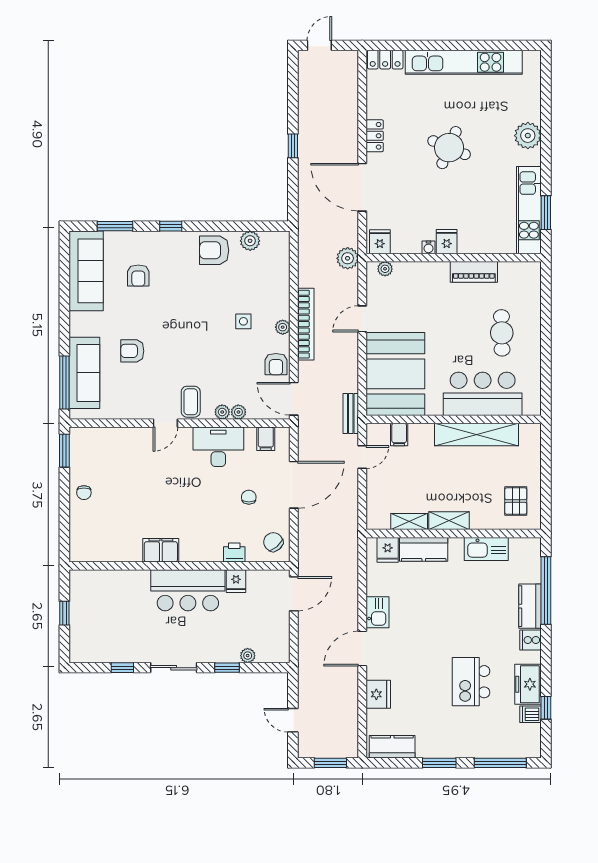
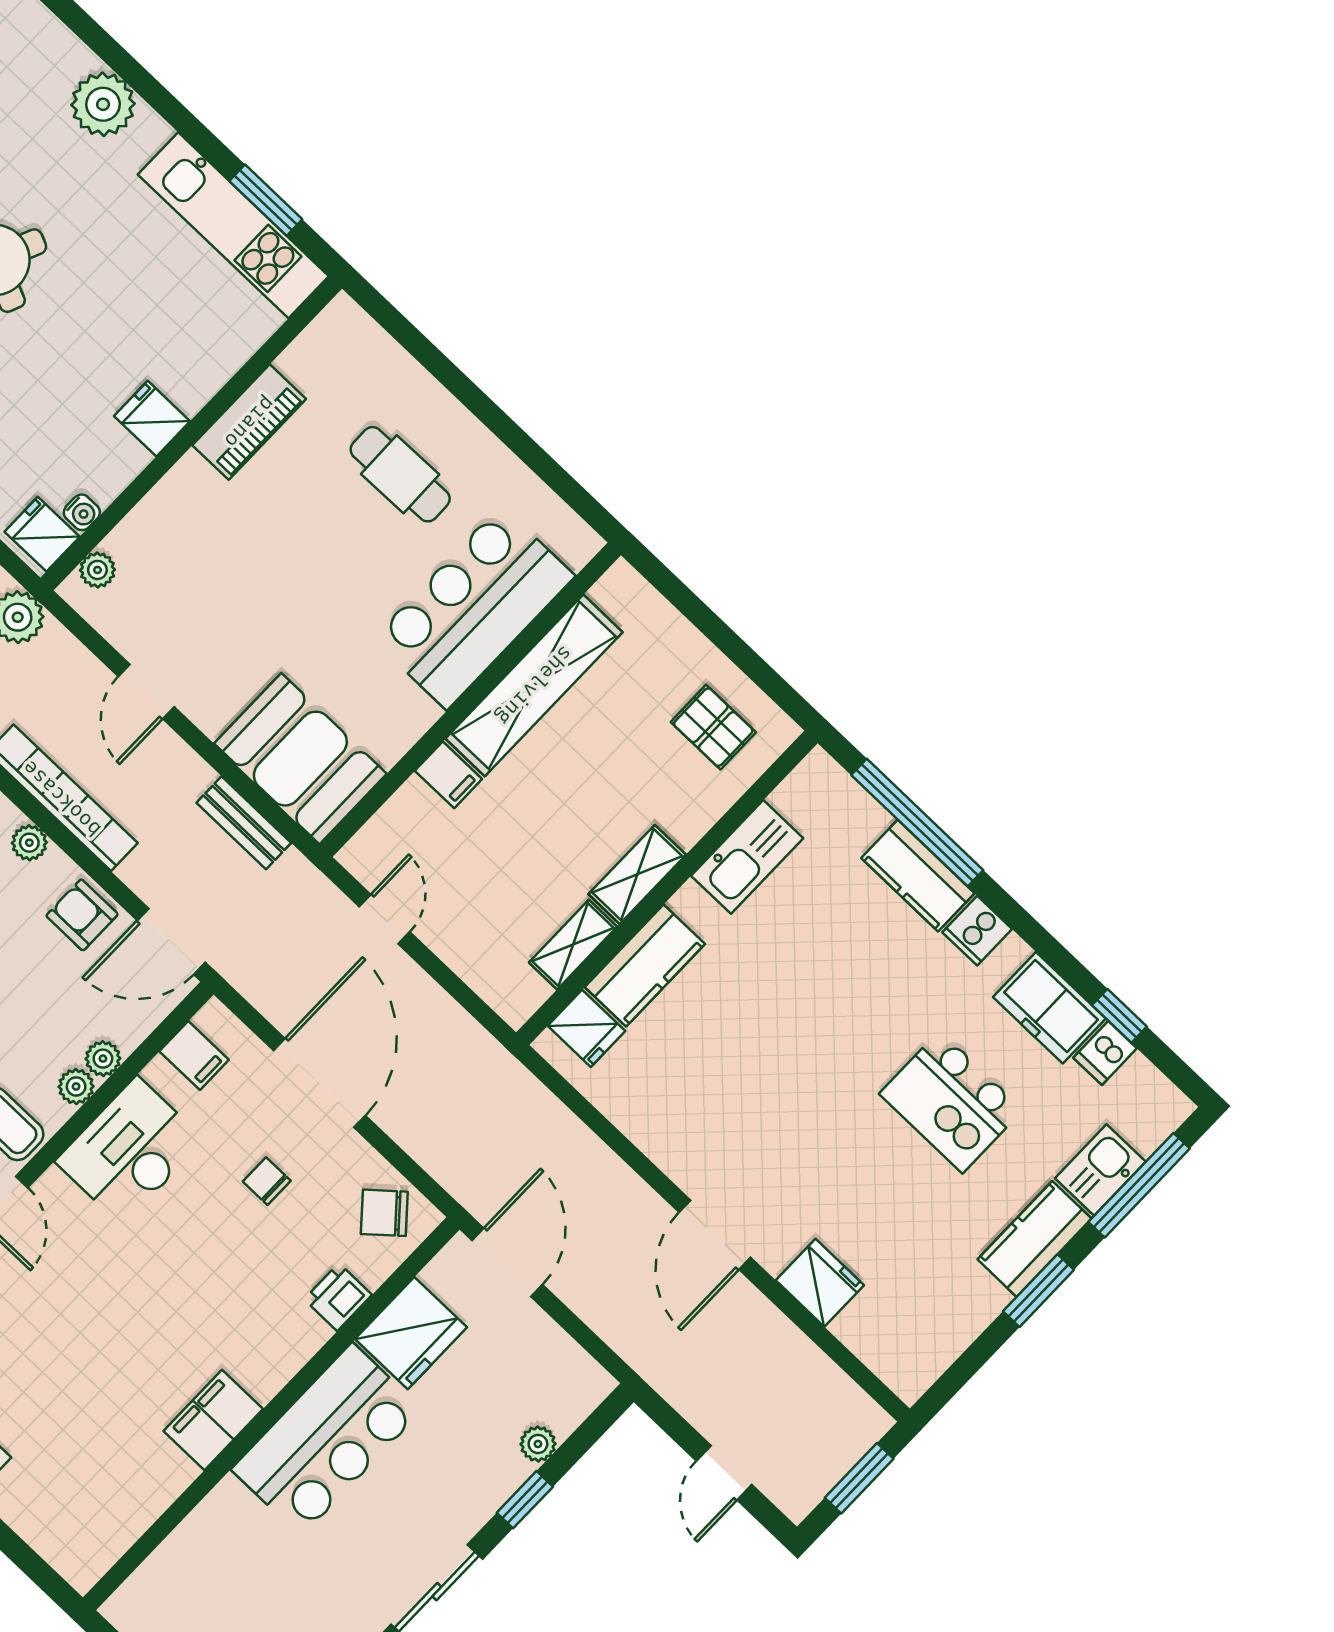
water cooler: (428, 247) -> (82, 512), moved
armchair: (276, 364) -> (82, 915), turned 180
booth: (395, 374) -> (300, 759), width x0.73, depth x0.70
bench: (351, 414) -> (244, 823), moved
filing cabinet: (399, 435) -> (448, 775), moved
fridge: (236, 581) -> (411, 1333), width x1.88, depth x1.34
kitchen sink: (377, 612) -> (1100, 1170), moved, turned -90
door: (293, 720) -> (724, 1473), hinge flipped
kitchen counter: (392, 747) -> (1034, 1239), moved

